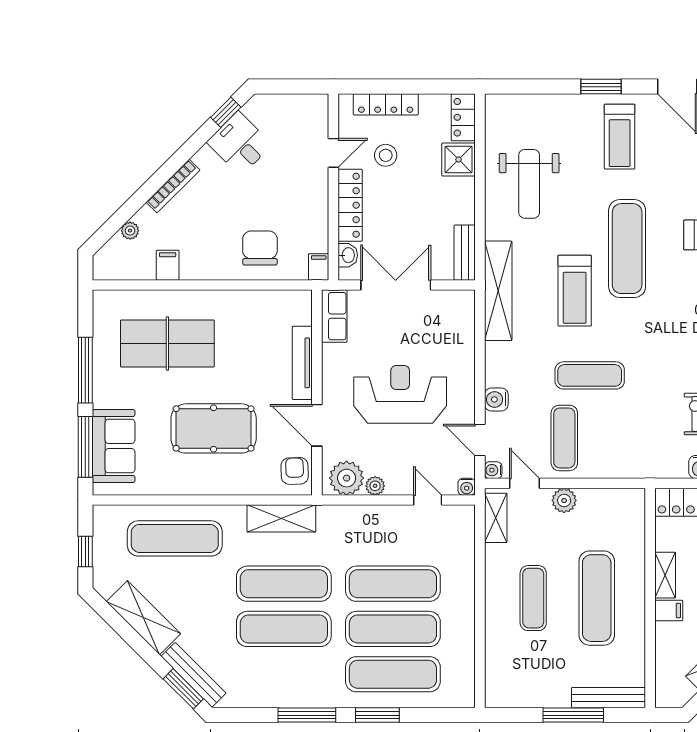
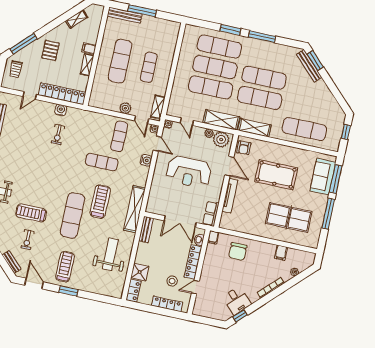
shelving: (144, 618) -> (221, 120), moved, turned -45

